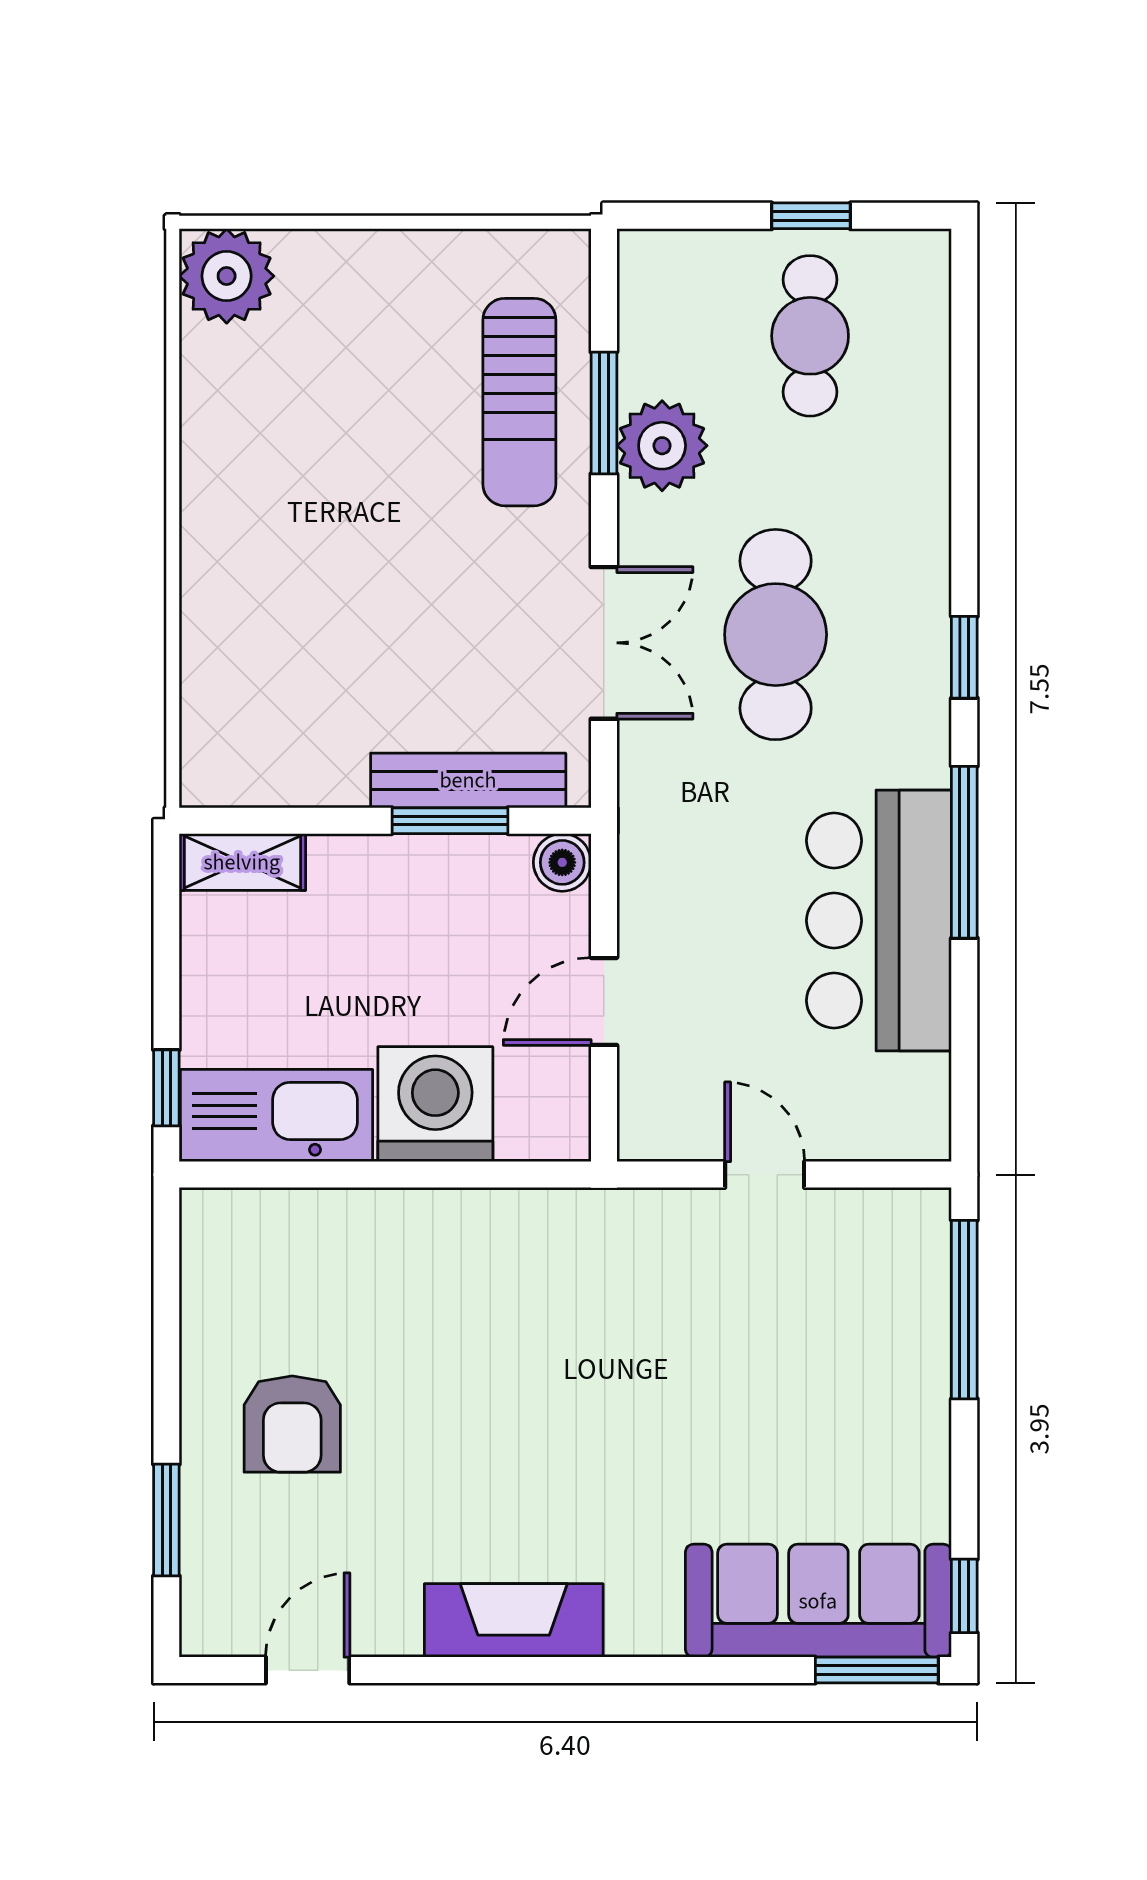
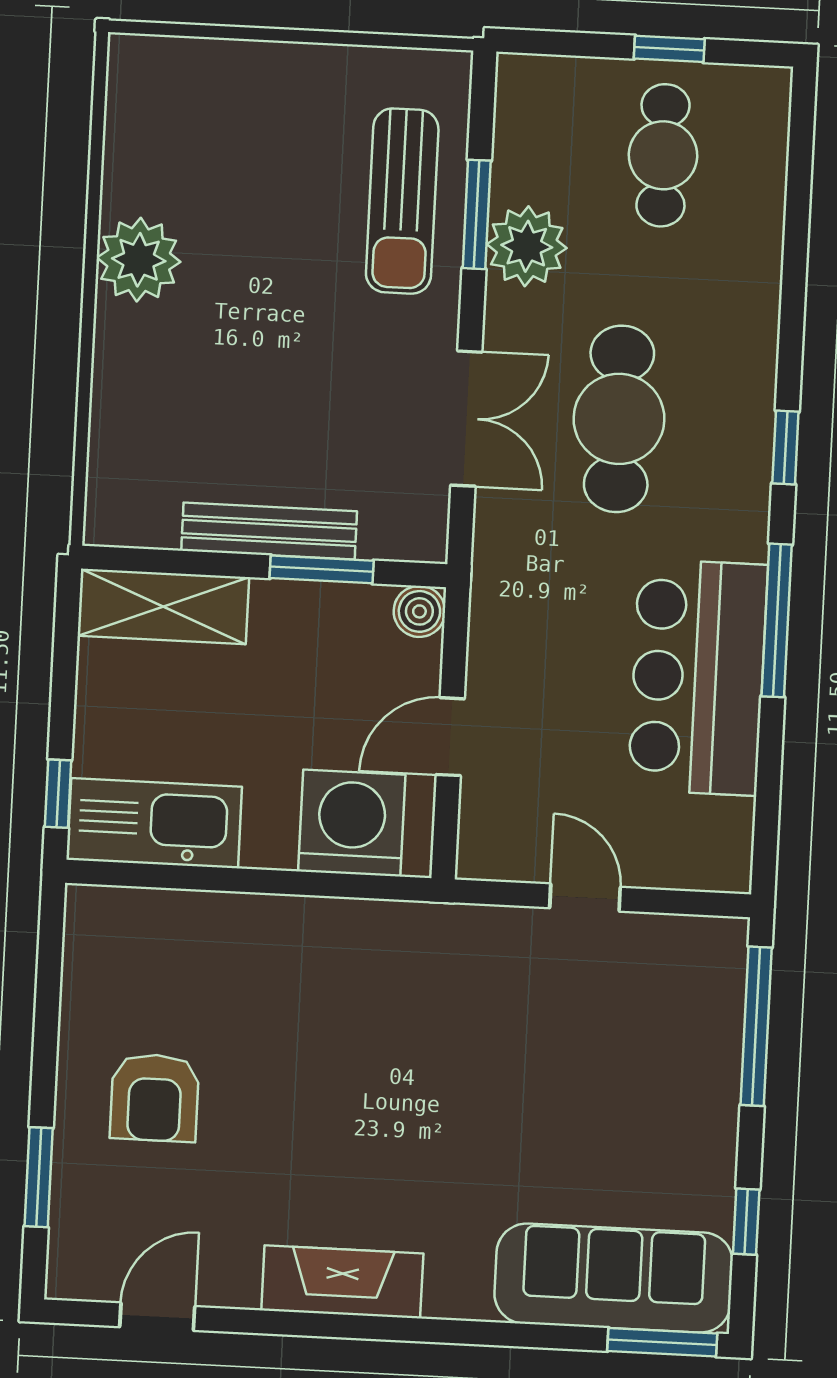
plant: (227, 276) -> (139, 260), moved
bench: (468, 780) -> (269, 531), moved
shelving: (242, 862) -> (163, 606), width x1.50, depth x1.33
washing machine: (435, 1104) -> (352, 823), moved
window: (964, 1596) -> (746, 1222), moved

